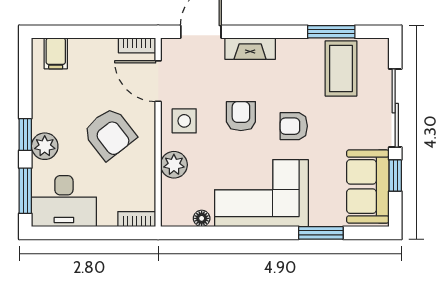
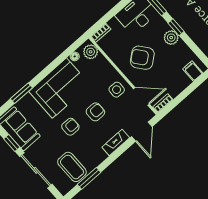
armchair: (241, 116) -> (95, 112), turned -90
plant: (45, 146) -> (171, 38), moved
plant: (174, 165) -> (91, 52), moved

